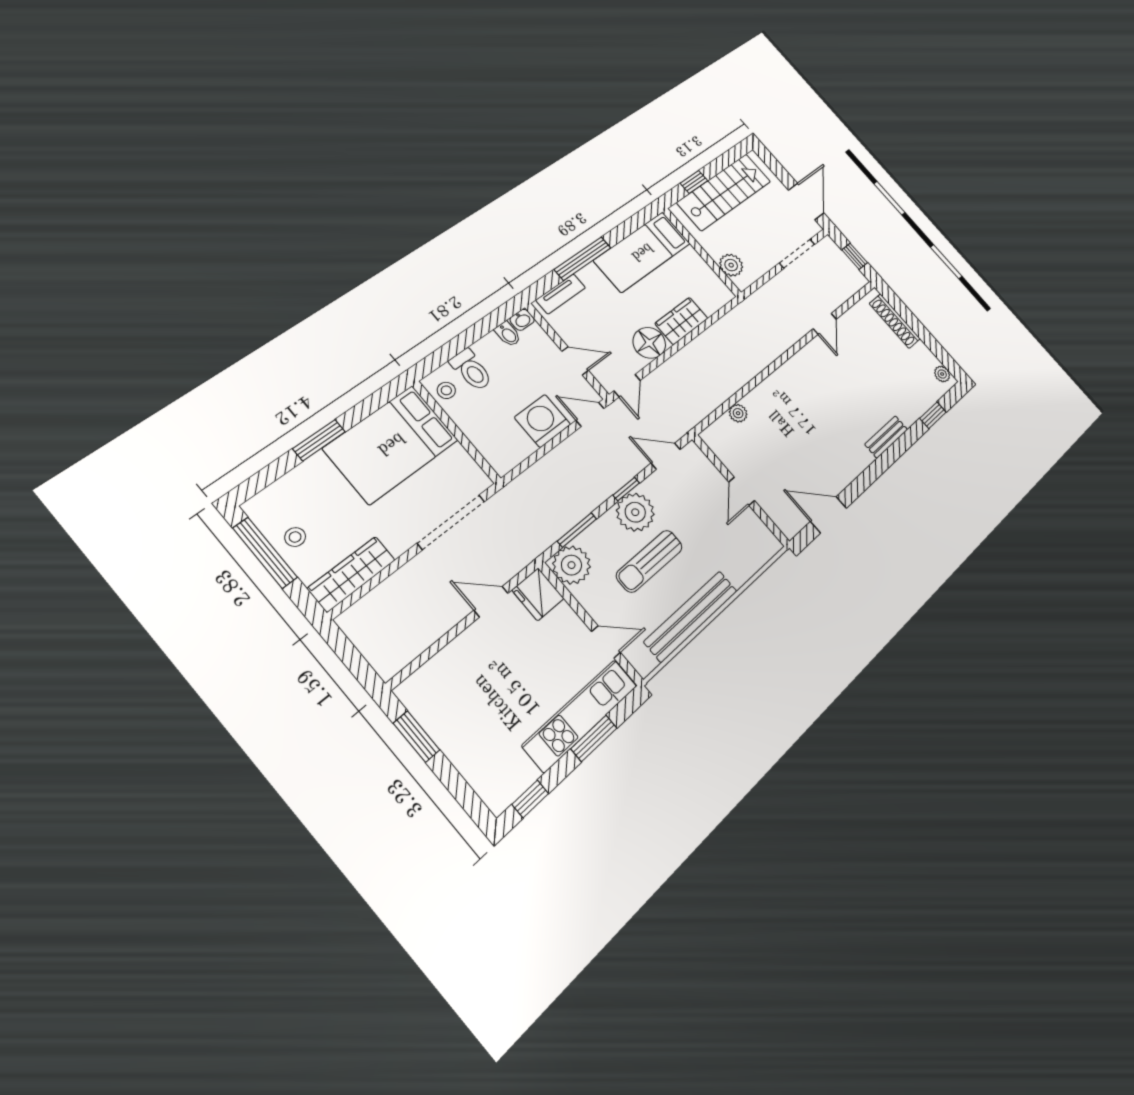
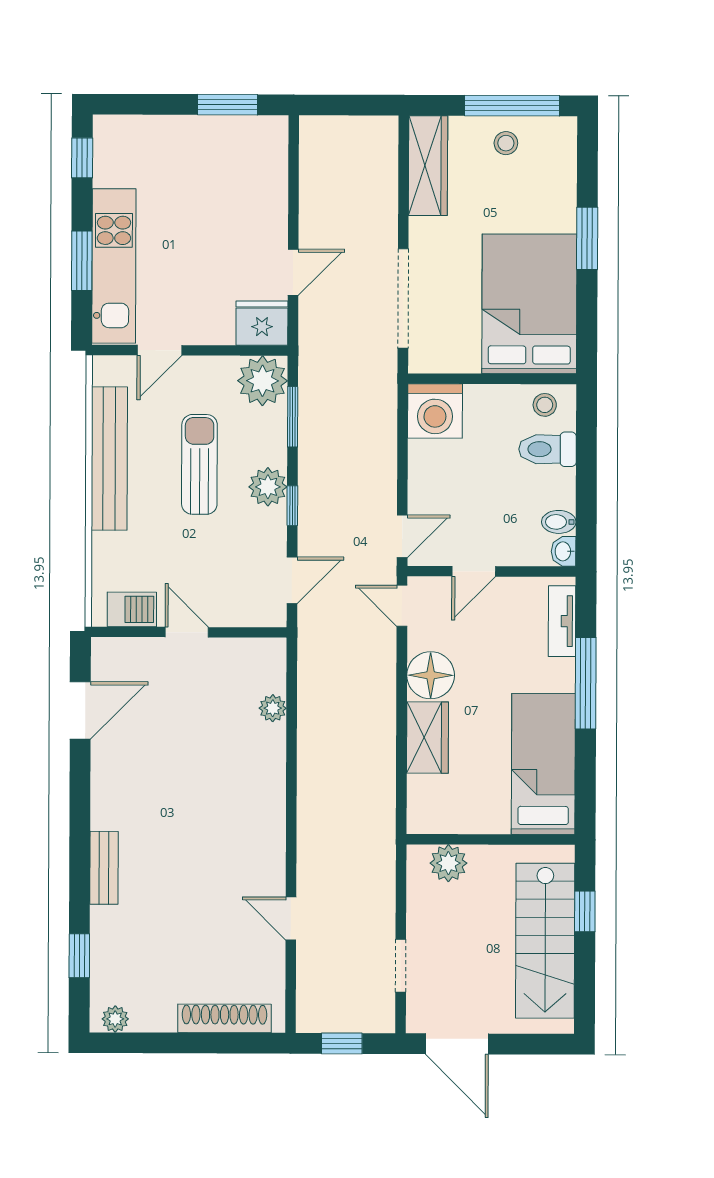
doorway: (797, 254) -> (401, 966), width x0.73
washing machine: (543, 421) -> (435, 411), moved, turned 90
plant: (635, 512) -> (268, 487), width x0.73, depth x0.73
barbecue: (757, 532) -> (132, 609), added

